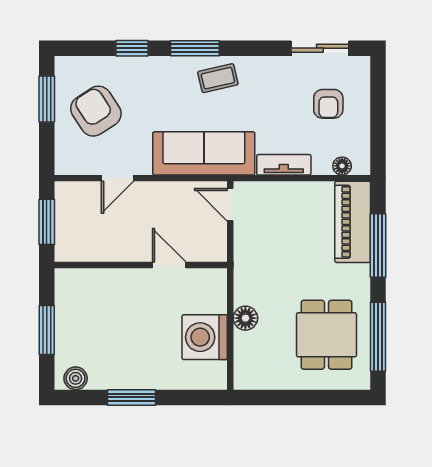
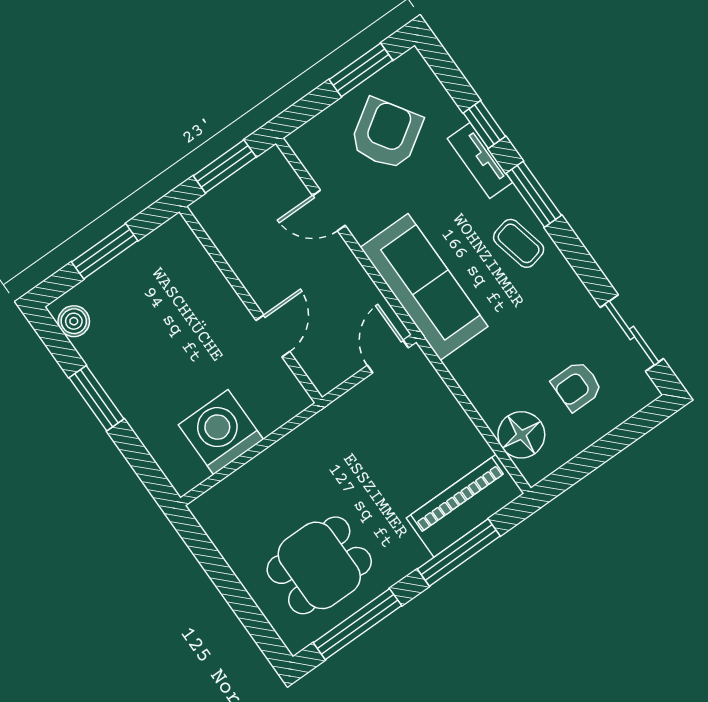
tv unit: (284, 165) -> (480, 160), moved, turned 180
floor lamp: (342, 166) -> (521, 435), width x1.89, depth x1.89
floor lamp: (245, 318) -> (274, 462), removed

